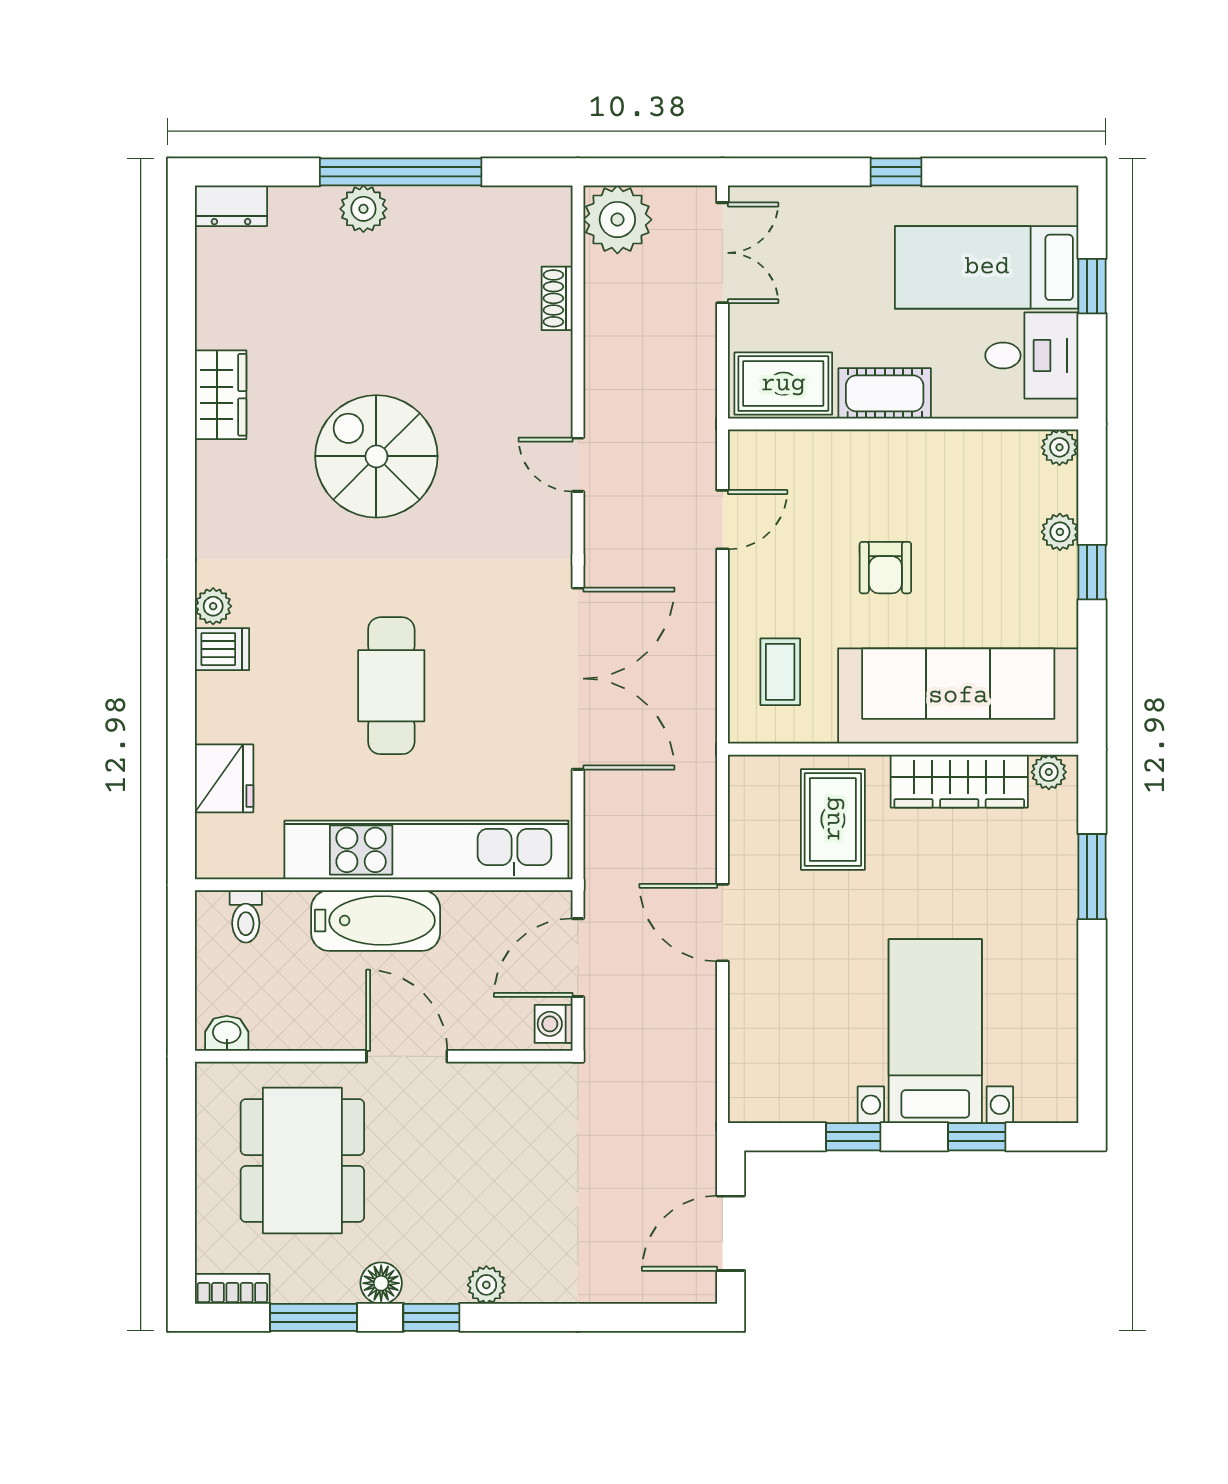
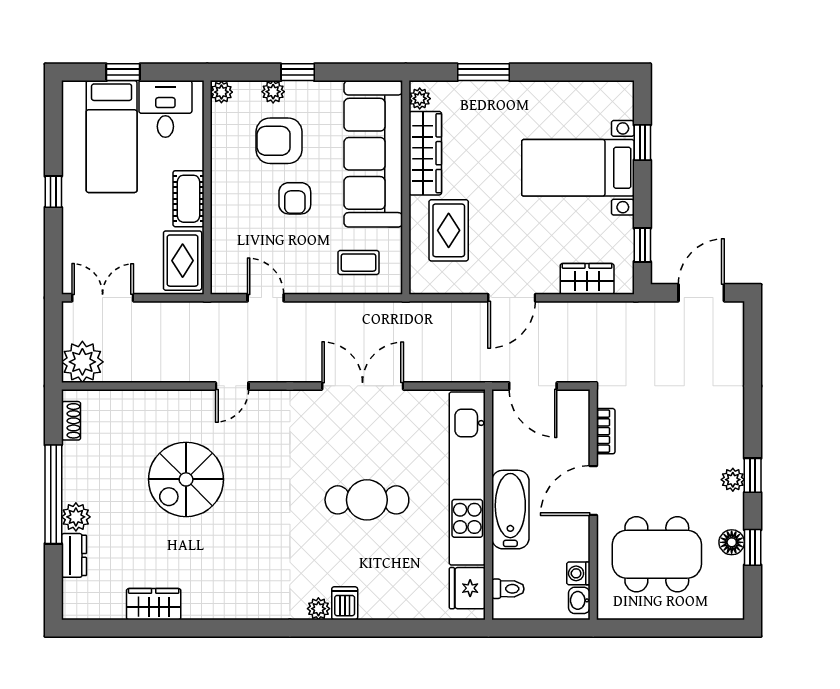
dresser: (231, 206) -> (74, 555), moved
shoe rack: (557, 298) -> (71, 421), moved, turned -90
wardrobe: (221, 395) -> (154, 604), moved
spiral stairs: (376, 456) -> (186, 479), moved
armchair: (980, 542) -> (279, 141), added
armchair: (885, 568) -> (295, 198), turned 90
double door: (578, 679) -> (363, 386), width x0.73
fridge: (224, 778) -> (467, 588), moved, turned -90
rug: (833, 819) -> (449, 230), turned 90
washing machine: (554, 1024) -> (578, 573), moved, turned 90
wardrobe: (753, 1046) -> (587, 279), added
window: (853, 1137) -> (642, 245), moved
door: (731, 1233) -> (701, 293), swing flipped
floor lamp: (381, 1283) -> (732, 542), moved
plant: (486, 1285) -> (733, 480), moved
bookcase: (232, 1289) -> (606, 431), moved, turned 180
window: (313, 1317) -> (753, 547), width x0.67

